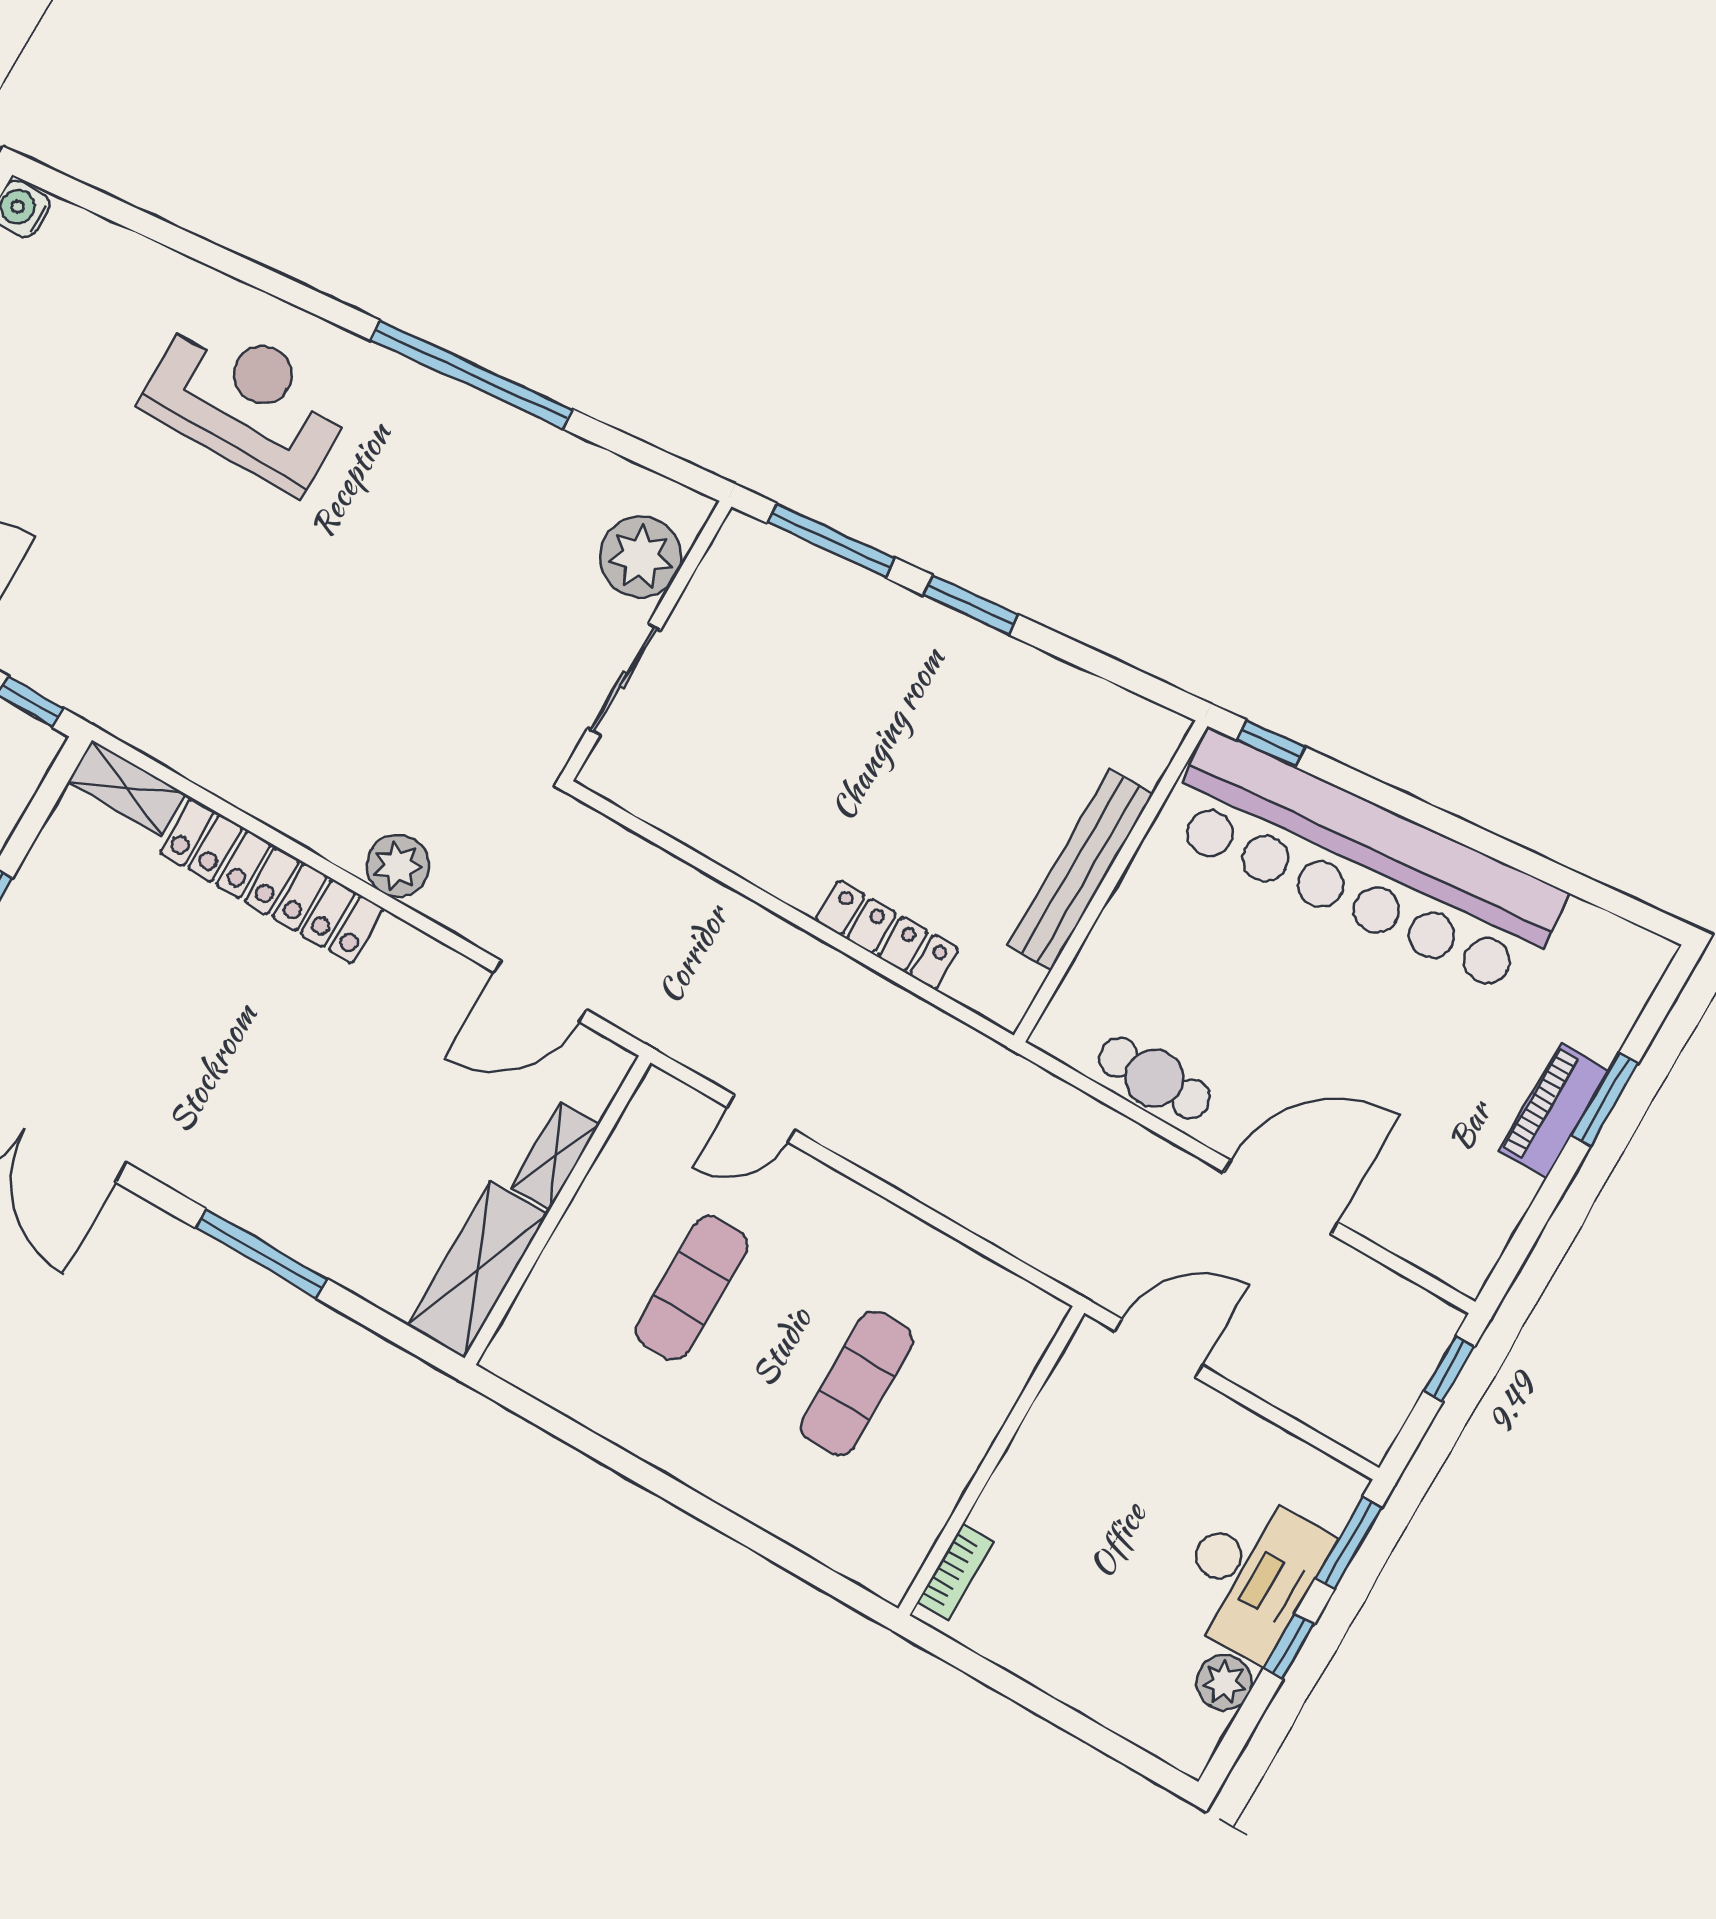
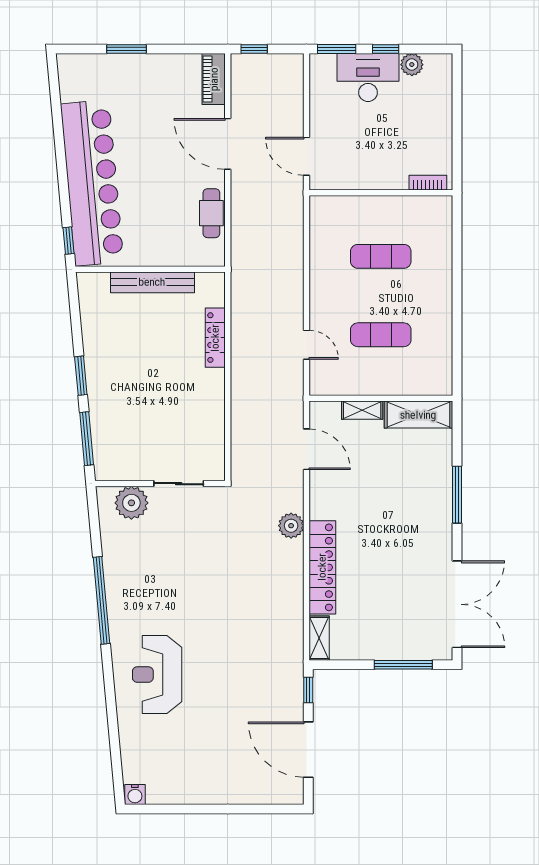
piano: (1554, 1110) -> (214, 79), moved, turned 90

